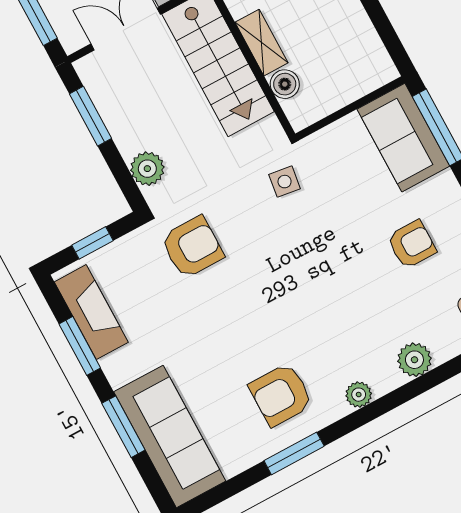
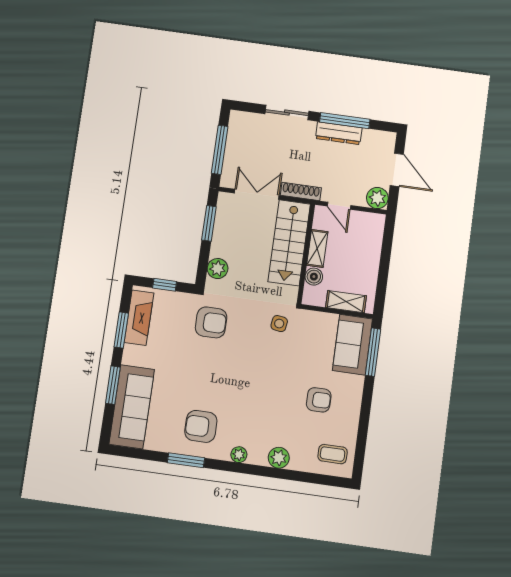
shelving: (353, 86) -> (346, 302), added

